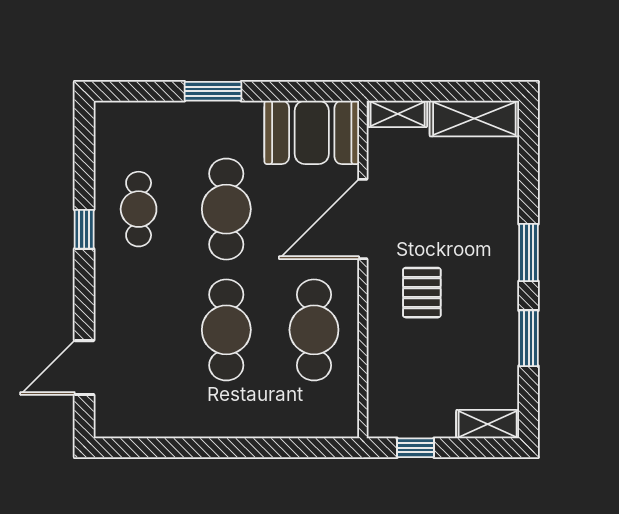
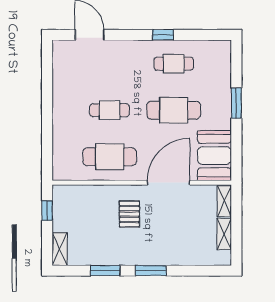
shelving: (474, 119) -> (224, 234), width x0.67, depth x0.75
door: (363, 219) -> (168, 183), hinge flipped
pallet: (422, 293) -> (129, 214), turned 90
cafe table: (226, 330) -> (110, 110), width x0.73, depth x0.74

